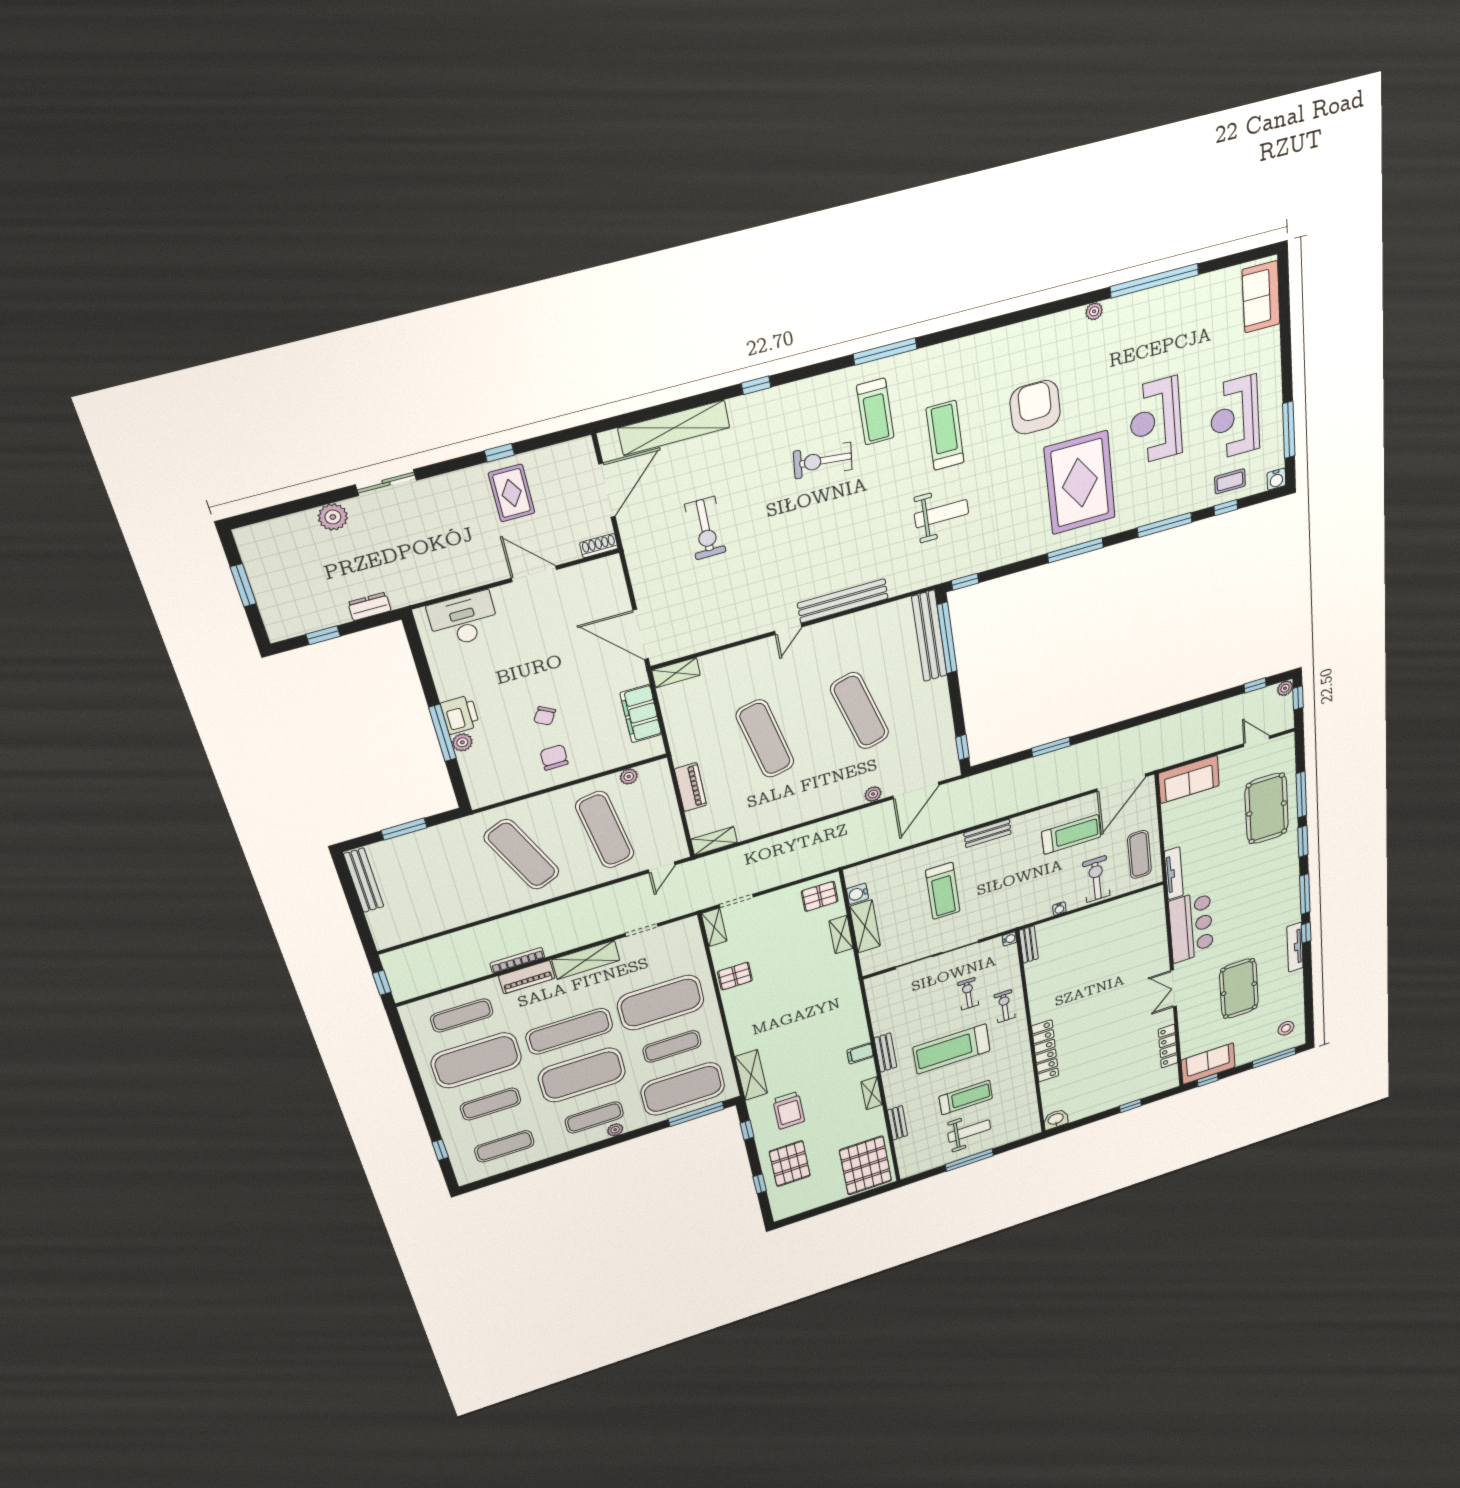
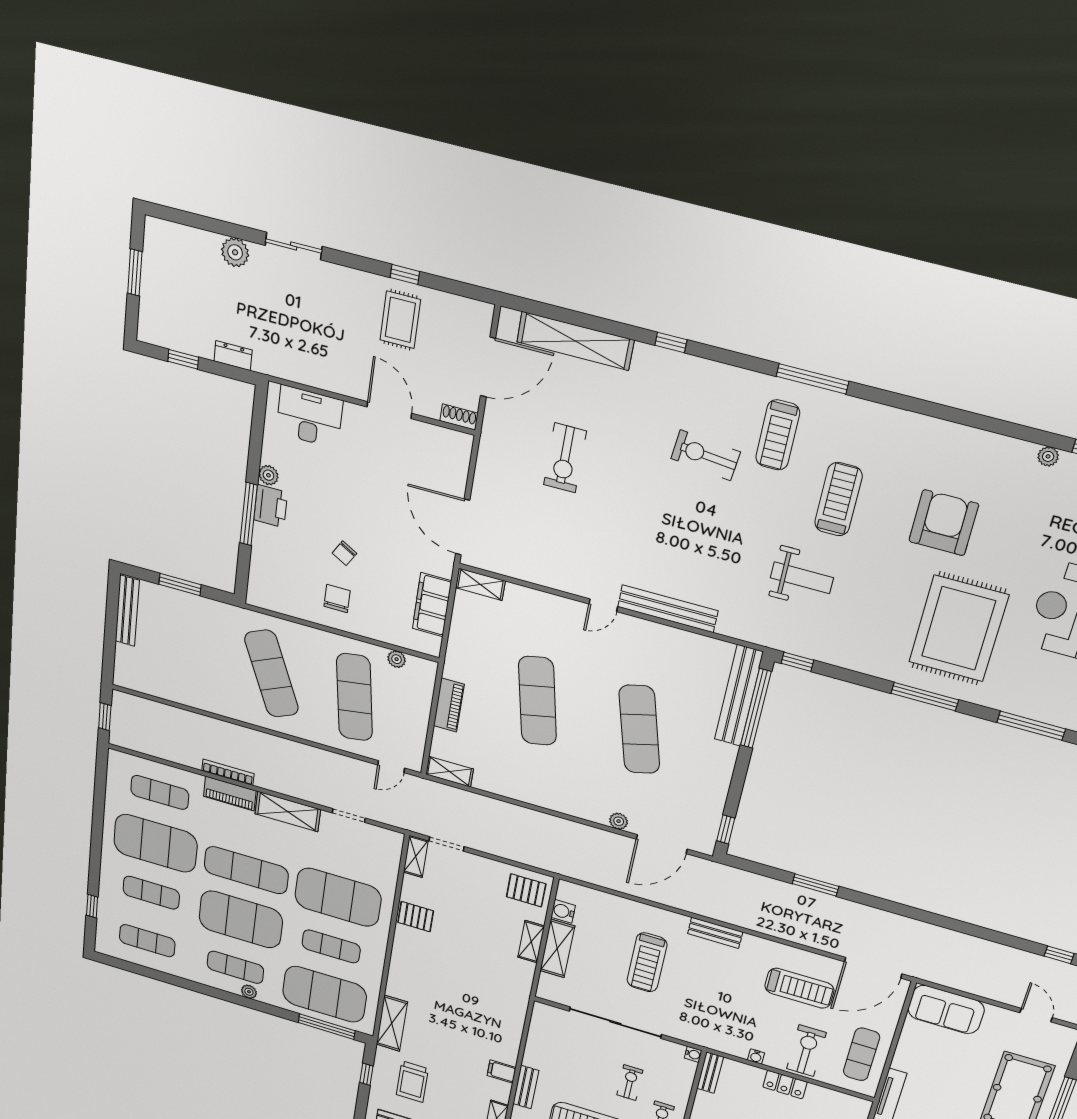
plant: (462, 742) -> (268, 475), moved
locker: (1091, 916) -> (785, 1085), added

